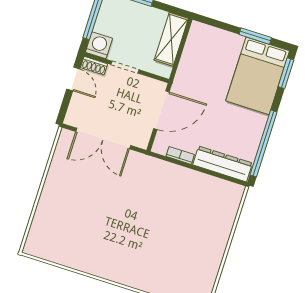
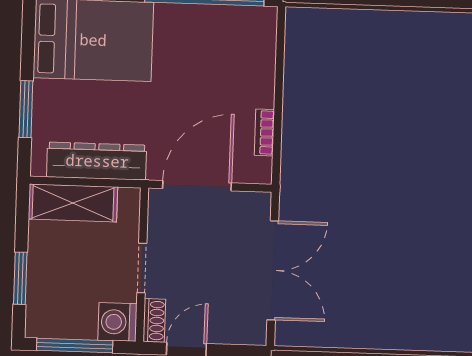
window: (255, 36) -> (26, 109), moved
door: (161, 110) -> (197, 186), hinge flipped
dresser: (223, 164) -> (97, 161), moved, turned 90

